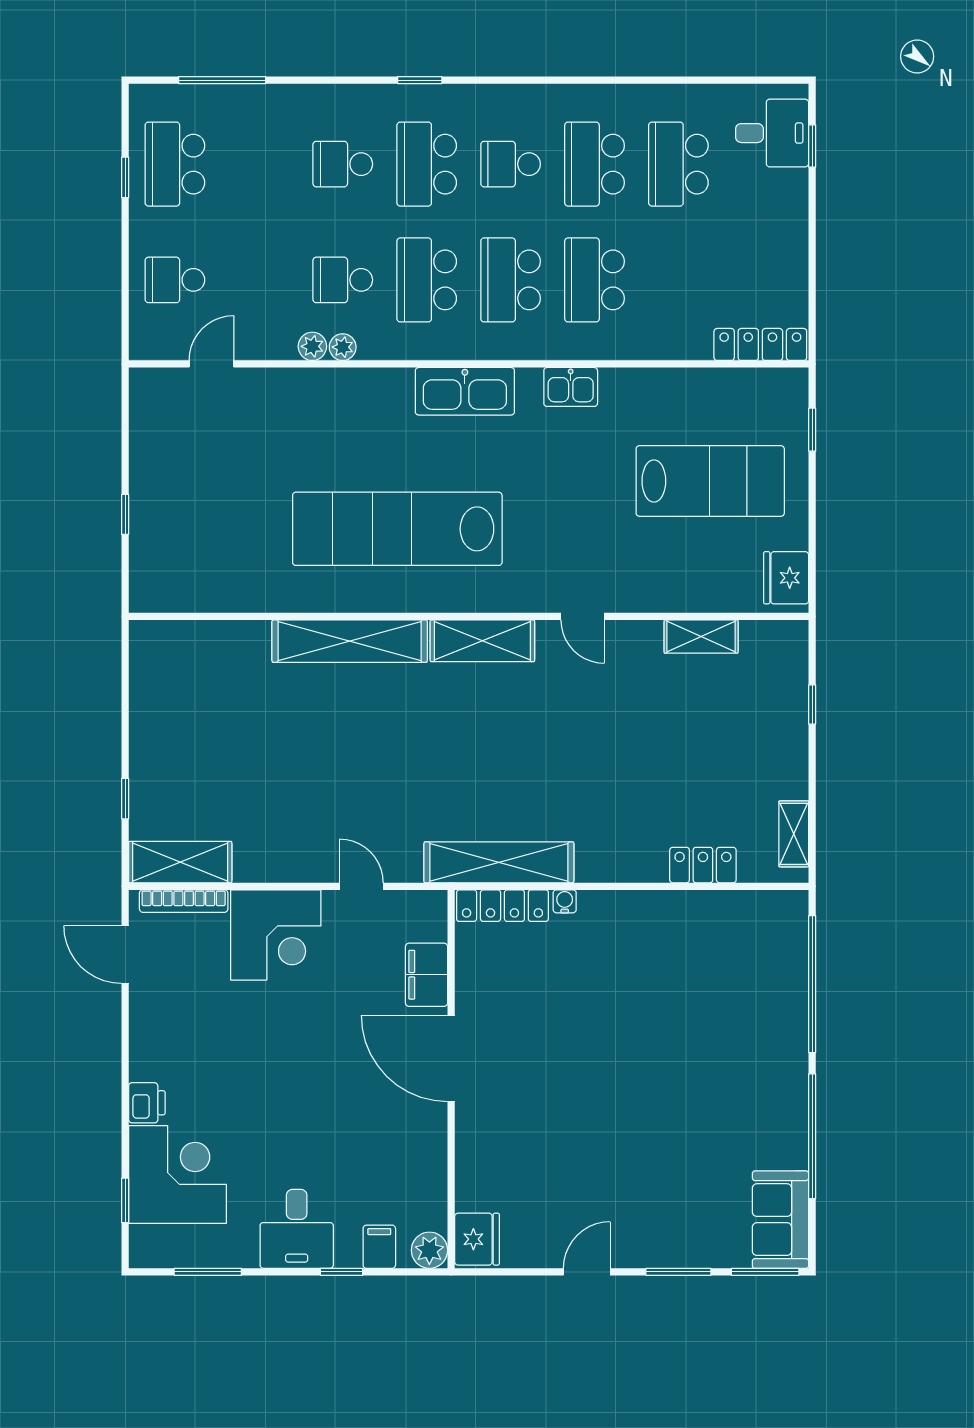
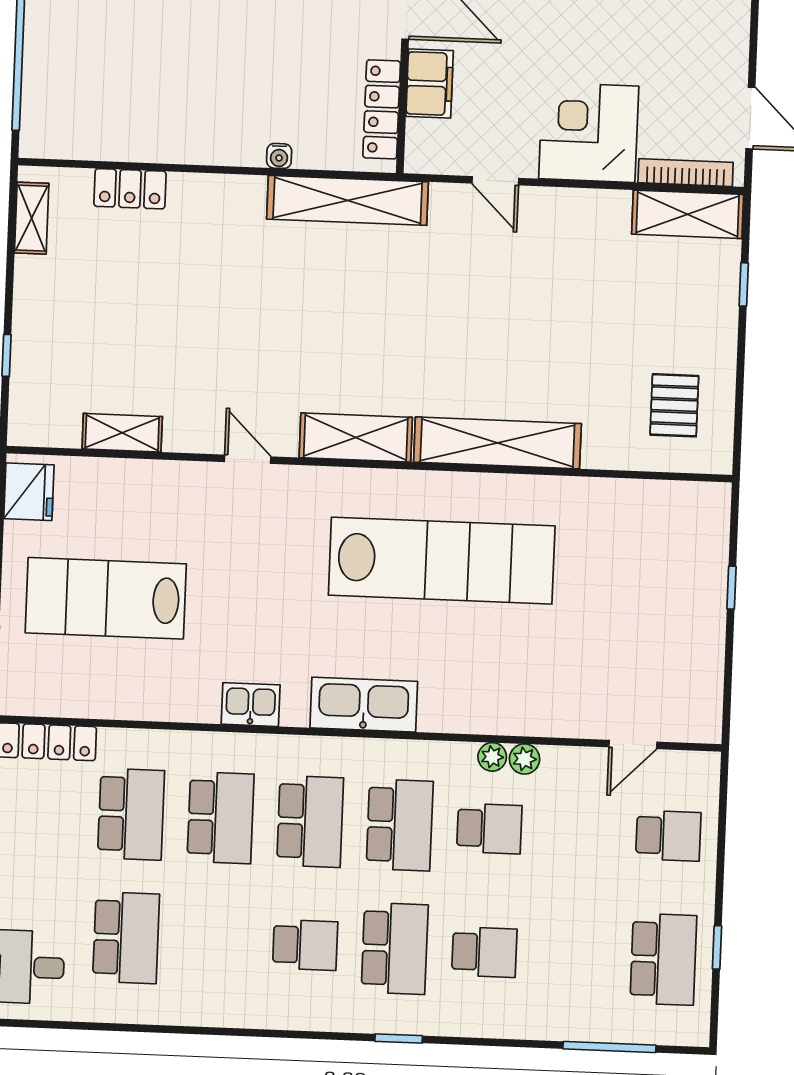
school desk: (595, 164) -> (131, 814), moved
pallet: (185, 683) -> (674, 405), added
locker: (502, 906) -> (382, 109), moved, turned -90

